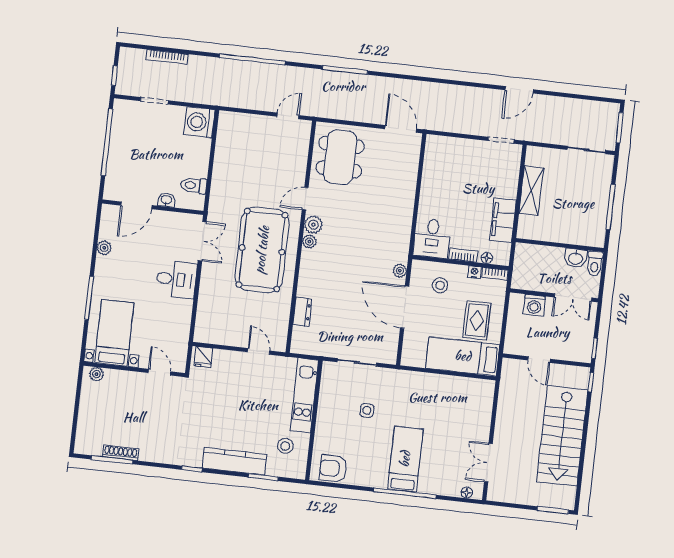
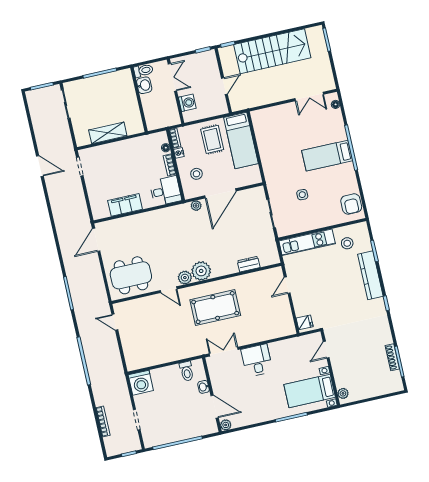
filing cabinet: (503, 220) -> (125, 205), moved, turned 180
plant: (309, 242) -> (201, 271), width x1.88, depth x1.88
plant: (104, 248) -> (226, 425), moved
pool table: (262, 250) -> (215, 308), width x0.73, depth x0.76
rug: (477, 320) -> (212, 139), turned 90

